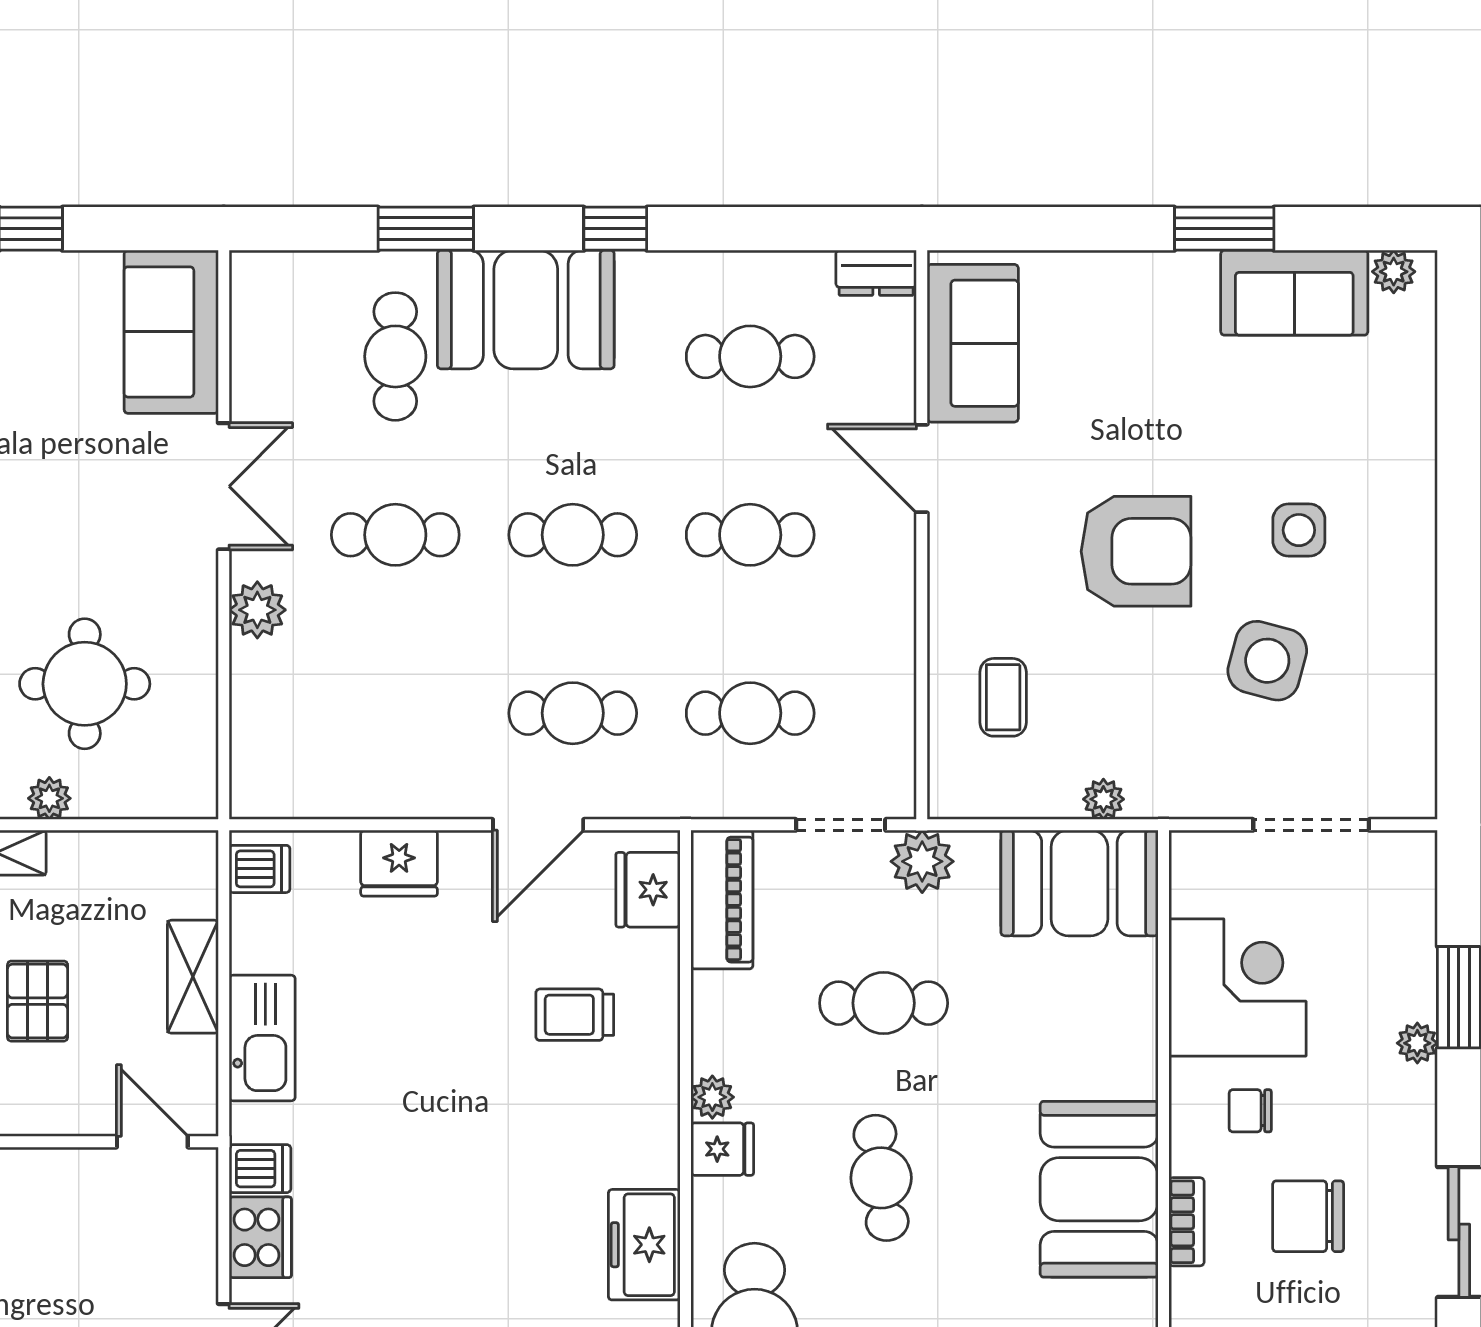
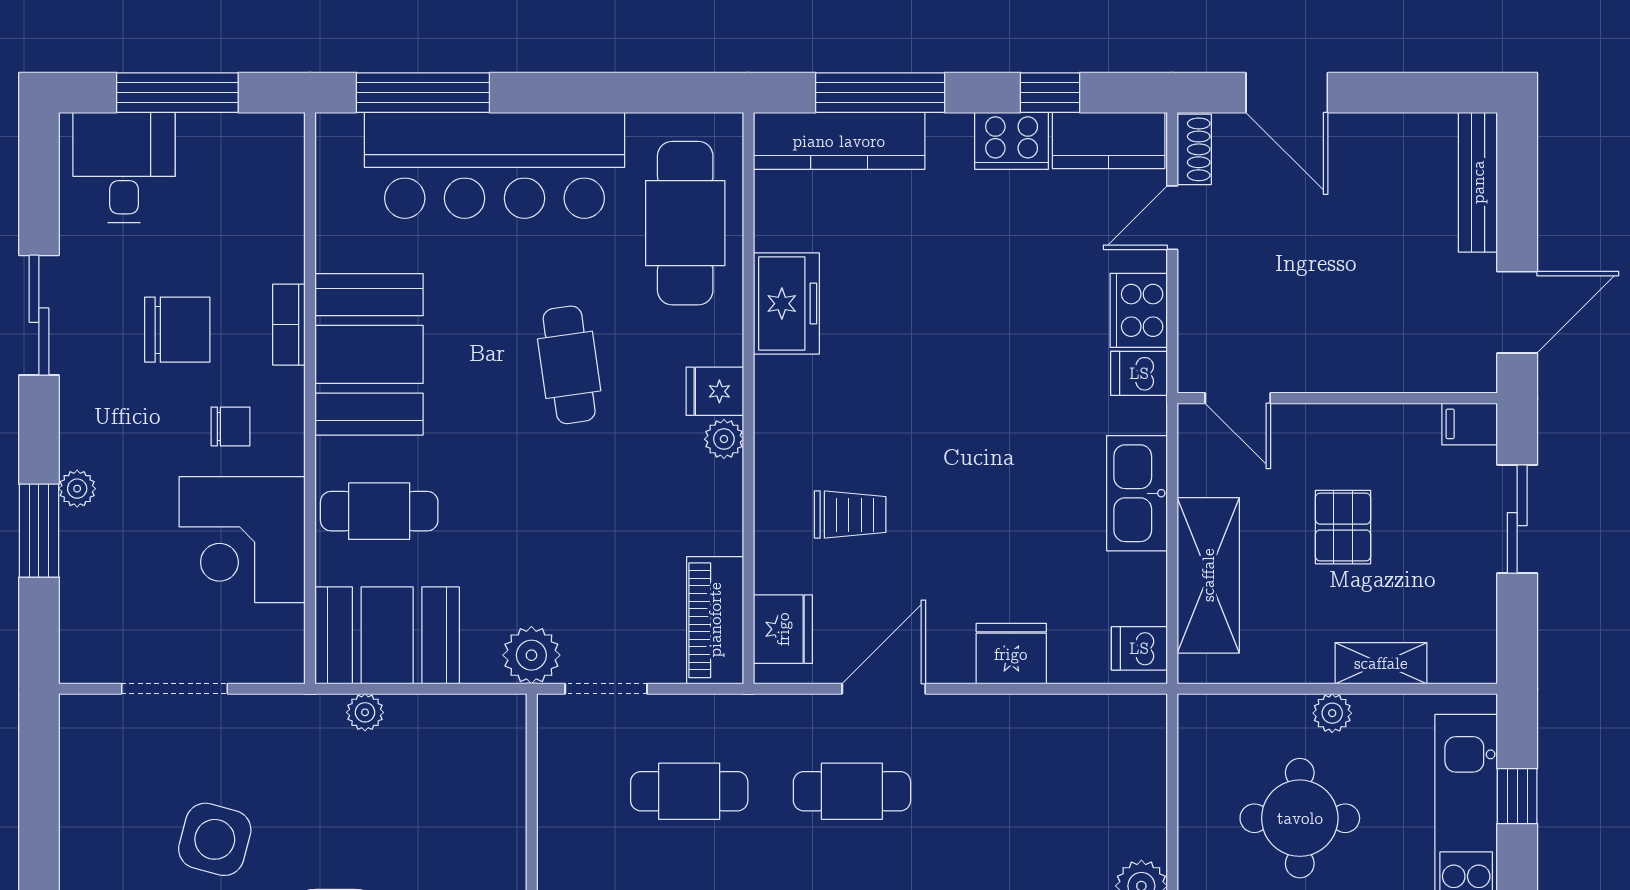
coffee table: (1003, 697) -> (457, 806), removed
shelving: (193, 977) -> (1208, 575), width x1.50, depth x1.33
cafe table: (884, 1003) -> (379, 511), moved

